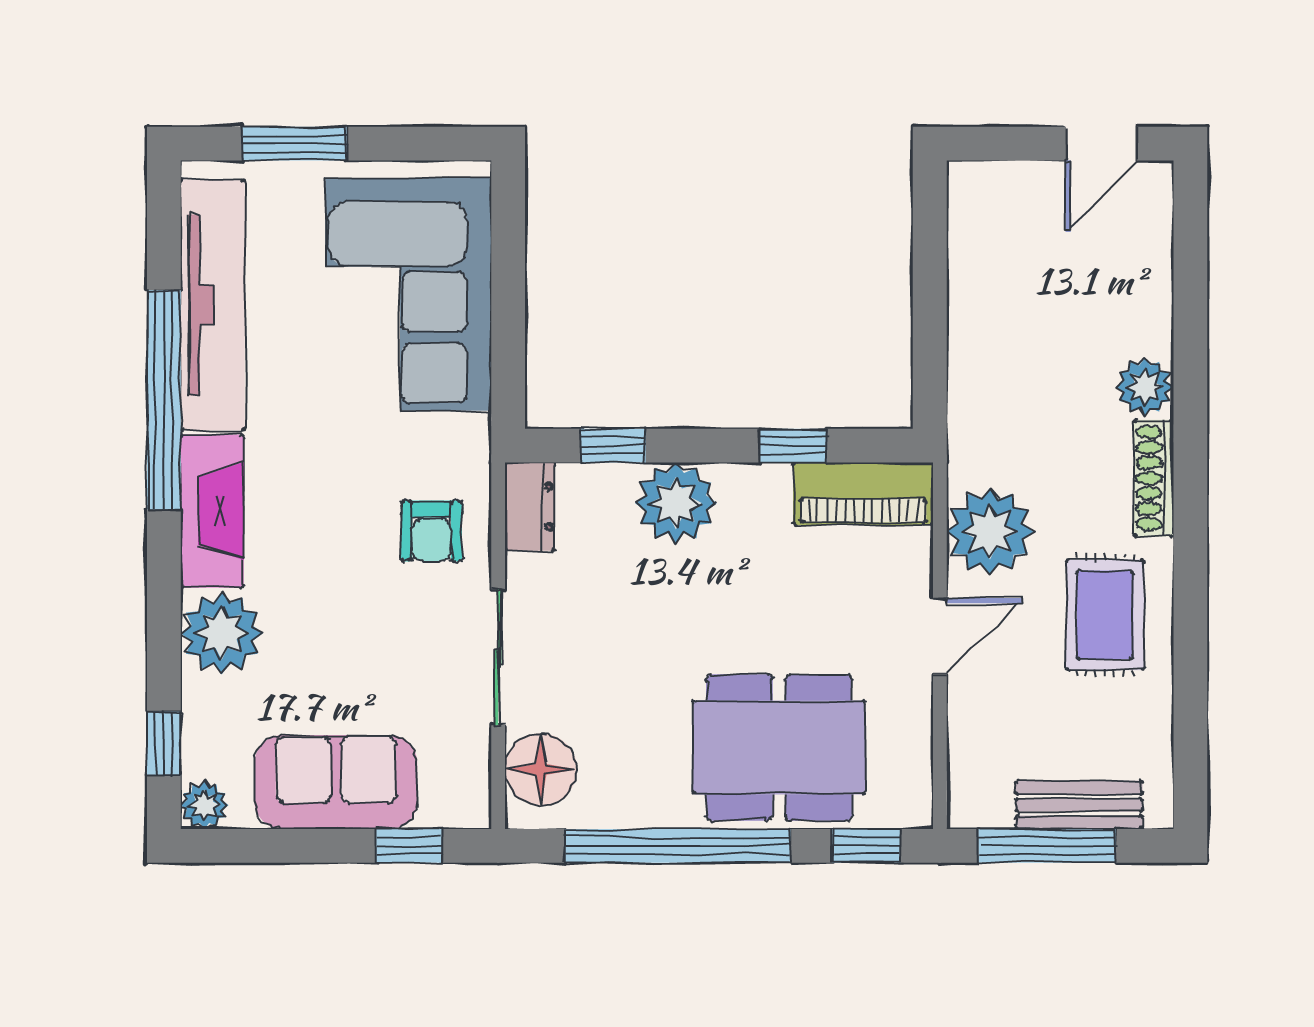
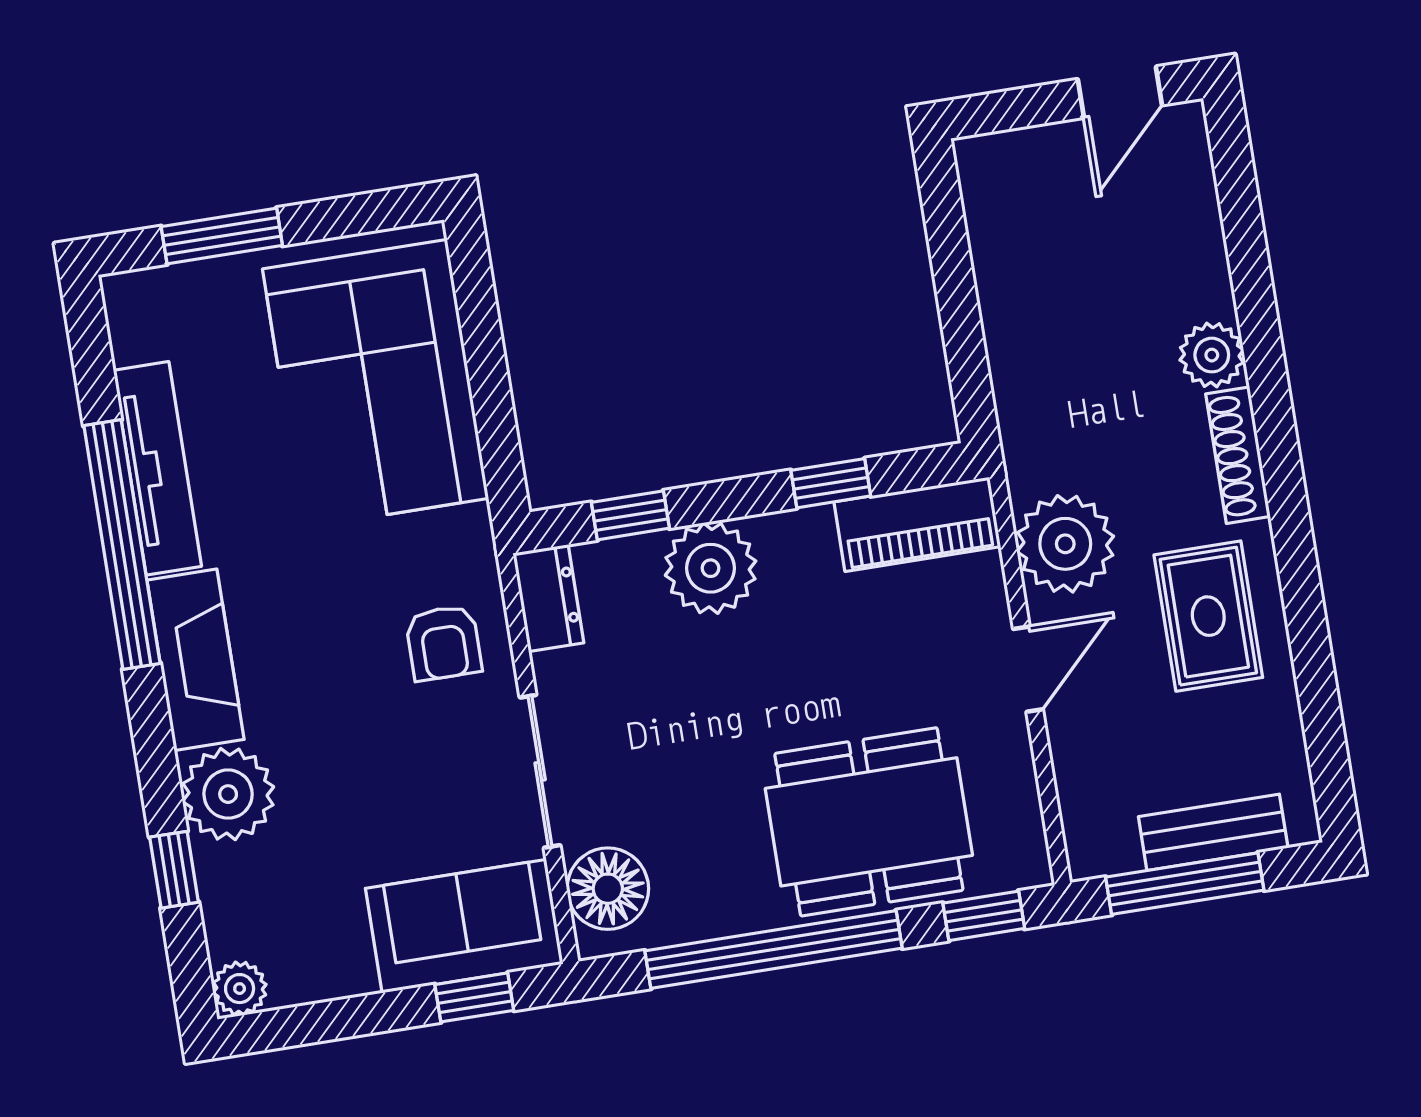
tv unit: (213, 305) -> (157, 468), width x0.73, depth x0.78
window: (164, 744) -> (174, 870), moved
sofa: (336, 782) -> (464, 926), moved

